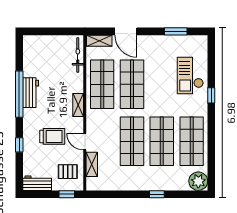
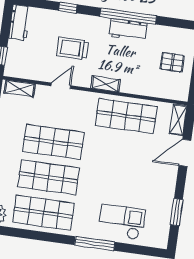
bicycle: (78, 55) -> (165, 92), removed
shop shelf: (132, 84) -> (121, 151), removed
window: (211, 95) -> (95, 244), width x2.17
trolley: (52, 136) -> (72, 48), turned 90
shelving: (92, 164) -> (20, 89), moved
pallet: (68, 172) -> (172, 62), moved, turned 90

